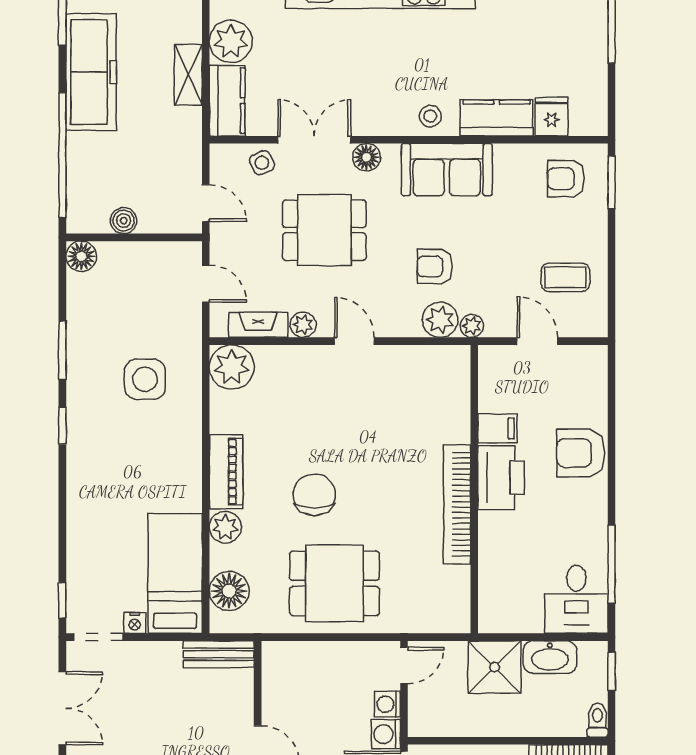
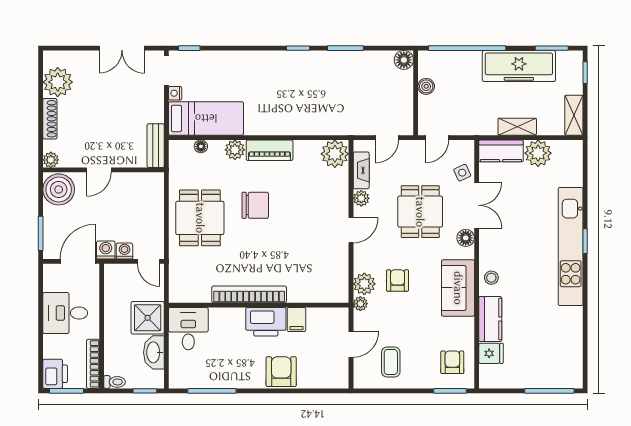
side table: (145, 379) -> (327, 100), removed
floor lamp: (229, 591) -> (201, 146), width x0.53, depth x0.53
desk: (576, 599) -> (188, 329), moved, turned 90

